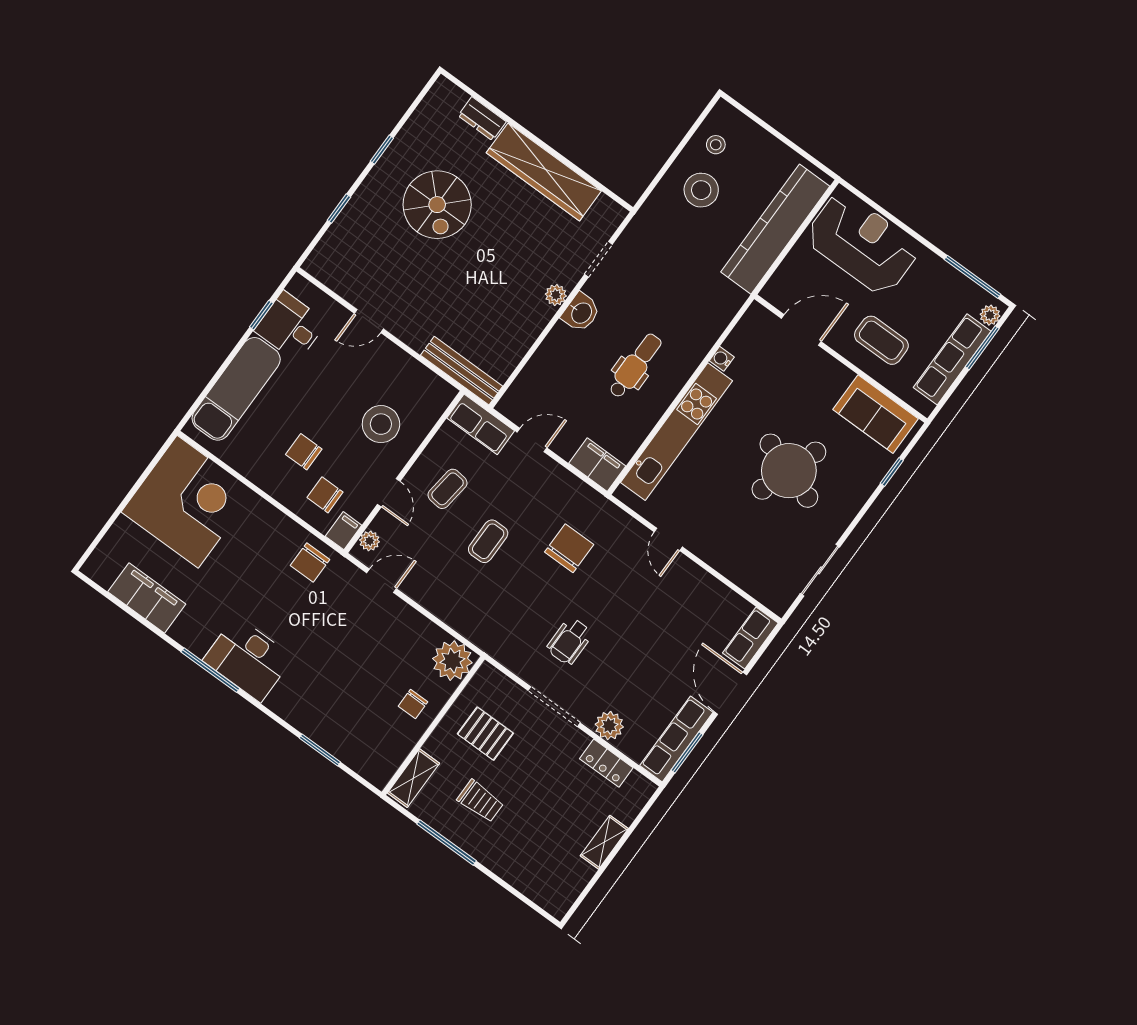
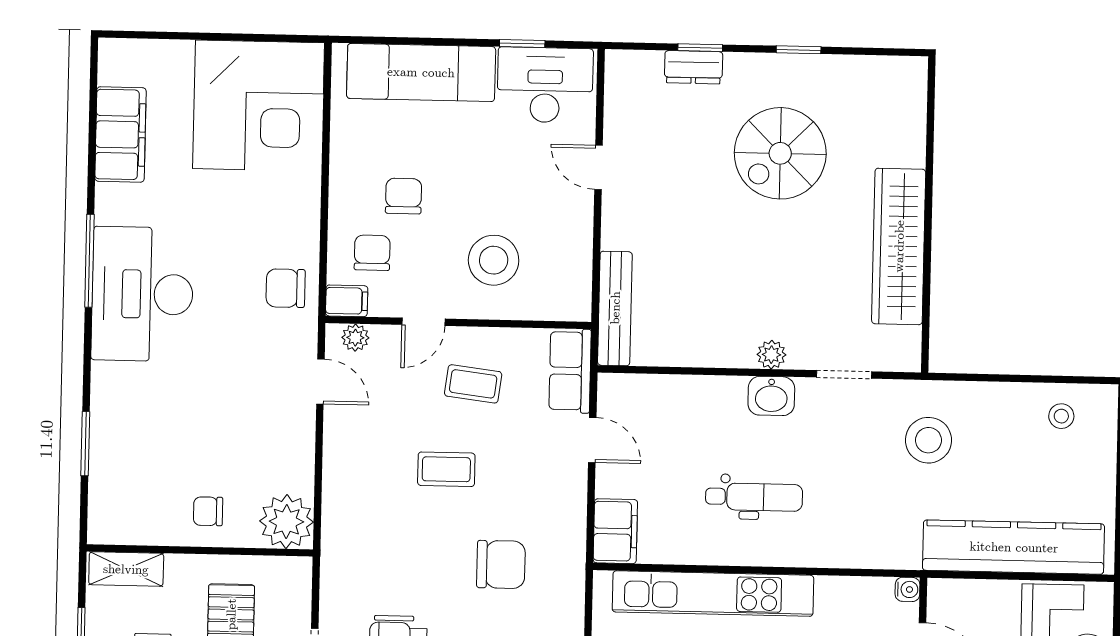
dresser: (482, 119) -> (694, 67), moved, turned -90
stool: (701, 190) -> (928, 440), moved
desk: (290, 326) -> (545, 85), width x1.37
water cooler: (722, 359) -> (908, 589), moved, turned 90
desk: (248, 659) -> (142, 294), width x1.36, depth x1.30

